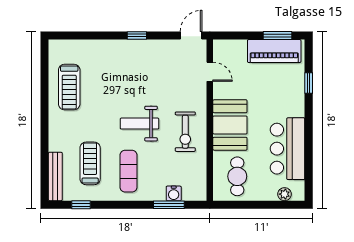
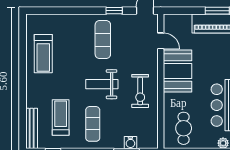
window: (137, 36) -> (114, 11), moved
exercise mat: (141, 70) -> (103, 40), added
booth: (230, 125) -> (177, 71), moved

